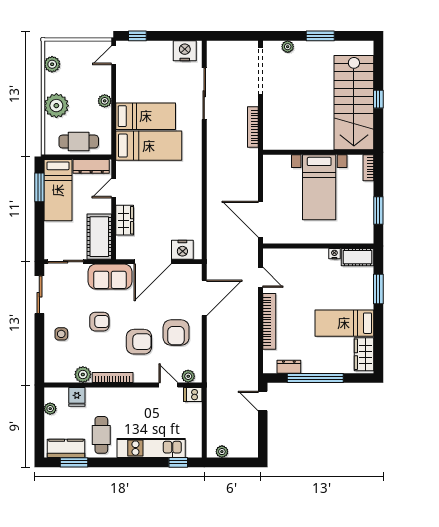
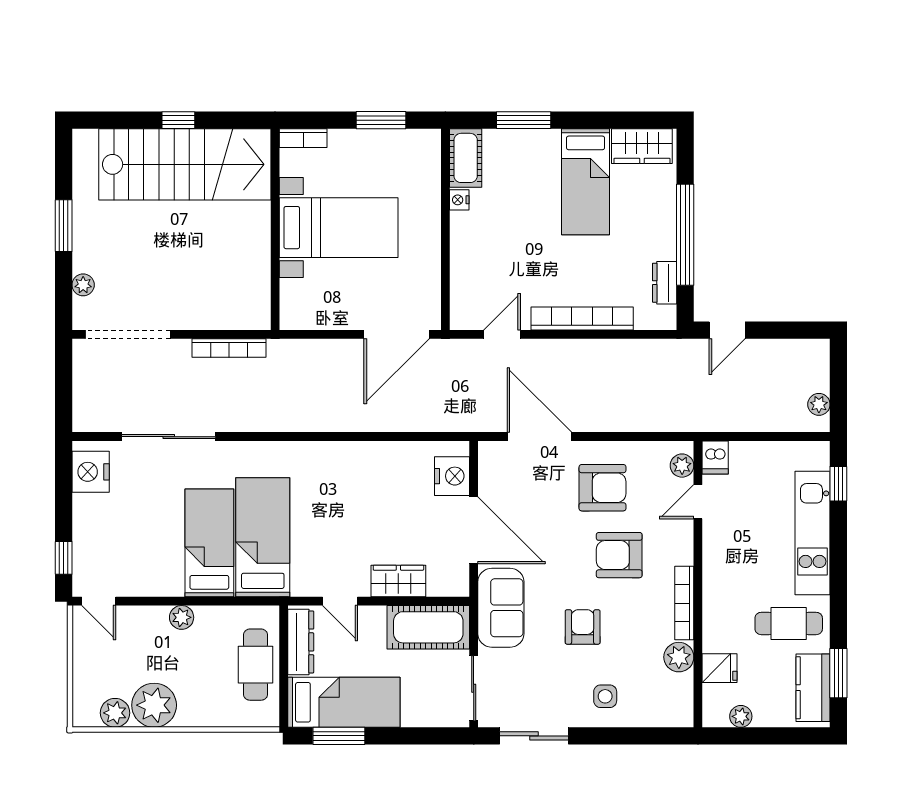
plant: (56, 106) -> (154, 705), moved
armchair: (139, 342) -> (619, 555), turned -90

